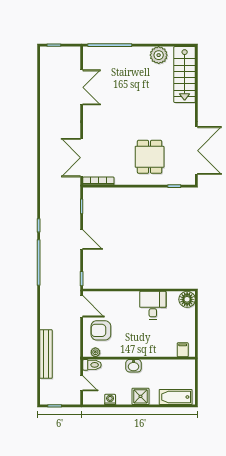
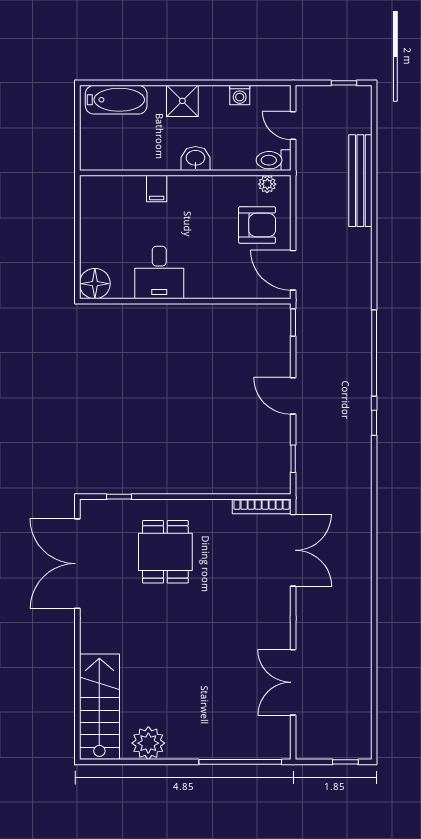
filing cabinet: (183, 350) -> (157, 189), moved

